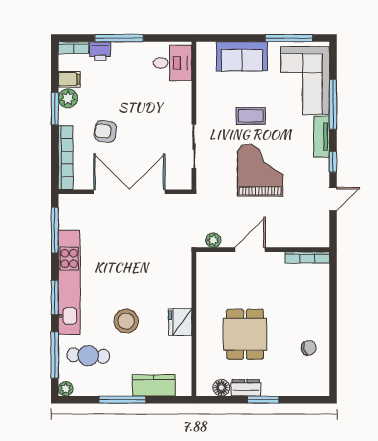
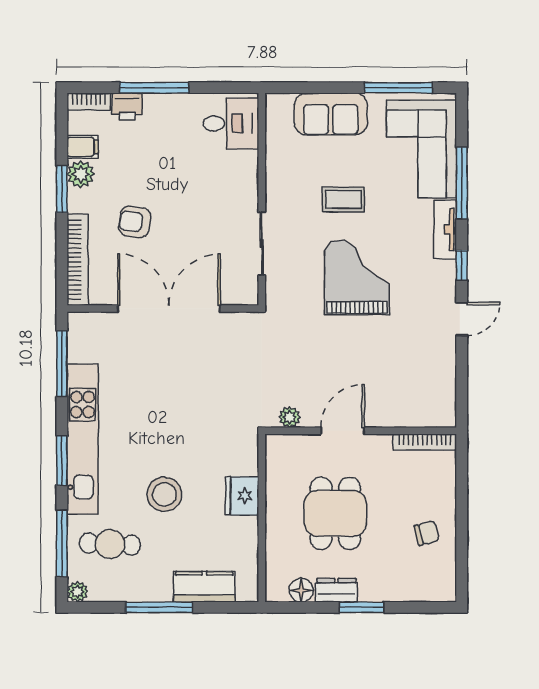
plant: (213, 240) -> (290, 417), moved
door: (250, 250) -> (343, 431), moved
wall: (263, 250) -> (361, 431), moved
bookcase: (307, 257) -> (425, 442), moved

